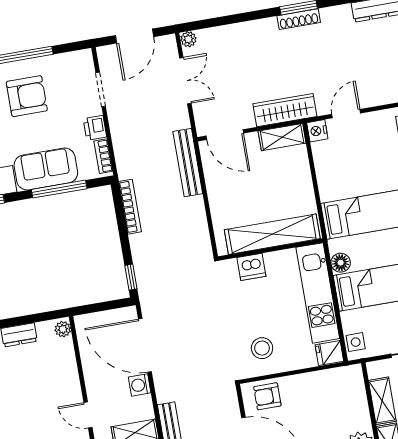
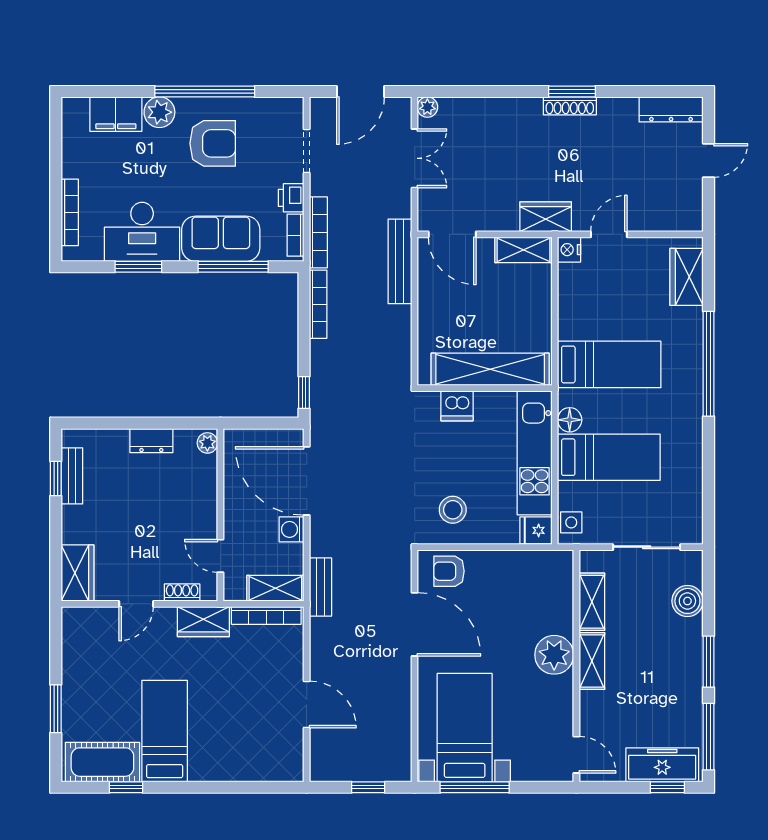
wardrobe: (285, 110) -> (546, 217), width x0.67
bookcase: (121, 151) -> (318, 232), added

